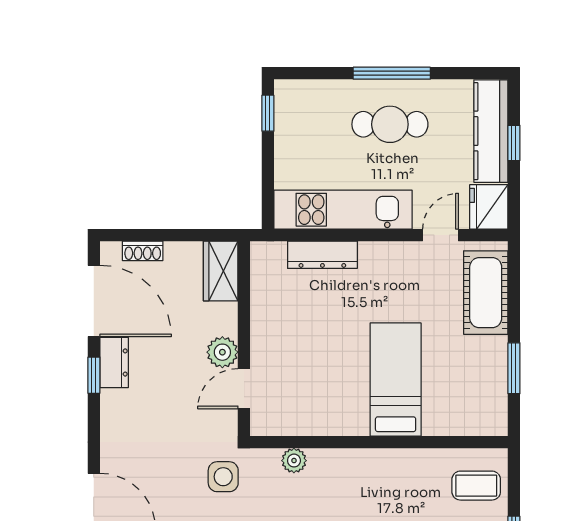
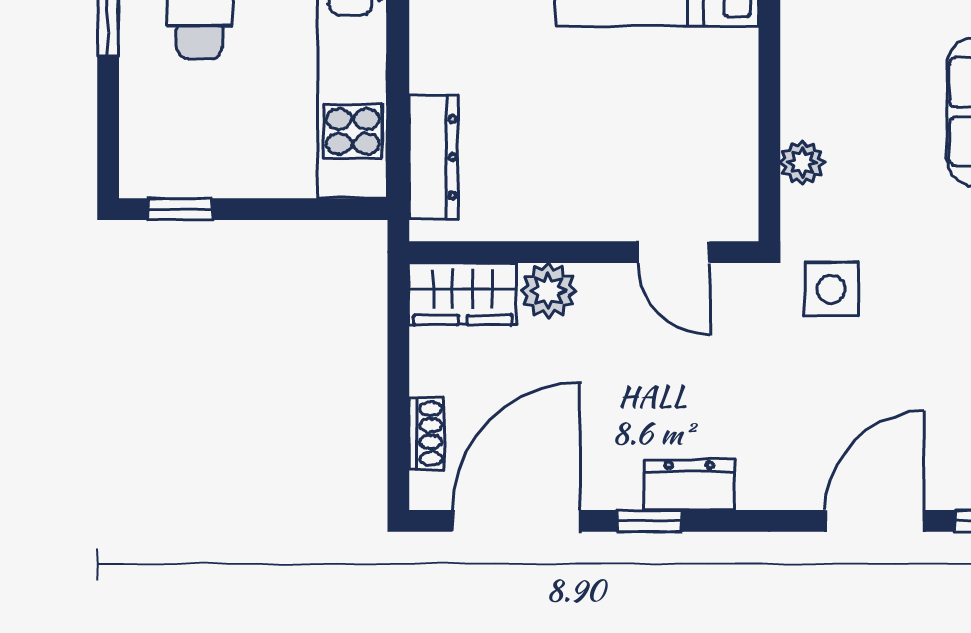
dresser: (322, 255) -> (434, 157), moved
plant: (222, 352) -> (548, 291), moved
dresser: (114, 362) -> (689, 485), moved

